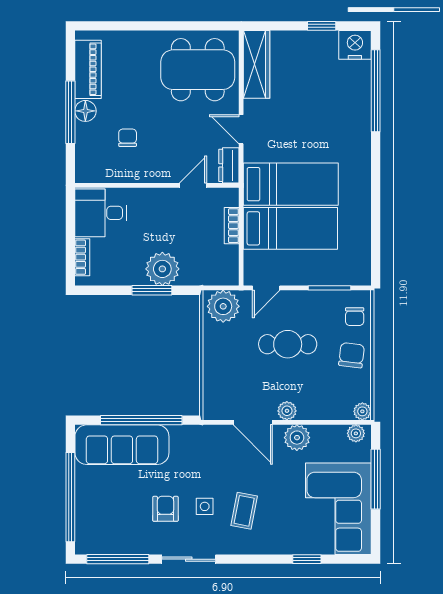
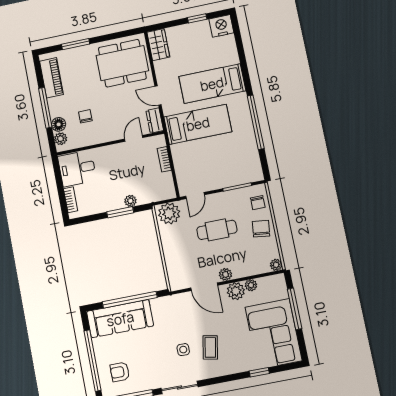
window: (134, 26) -> (76, 44), added
wardrobe: (257, 64) -> (158, 45), width x0.67
window: (376, 91) -> (256, 122), moved
floor lamp: (85, 111) -> (59, 124), moved
plant: (84, 164) -> (61, 139), added
bed: (290, 228) -> (212, 84), moved, turned 180
plant: (162, 269) -> (130, 201), width x0.53, depth x0.53
plant: (356, 433) -> (251, 285), moved
armchair: (165, 509) -> (120, 372), moved, turned -90

